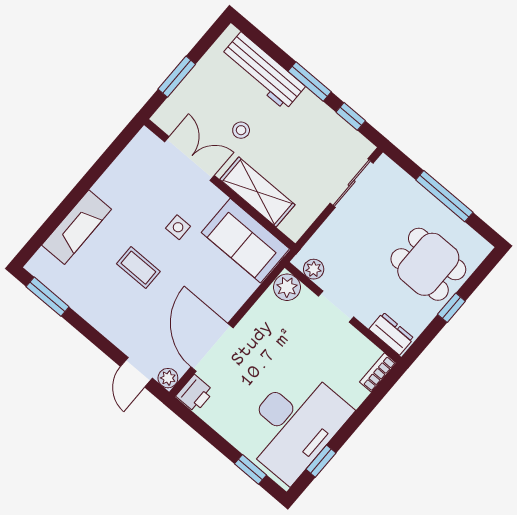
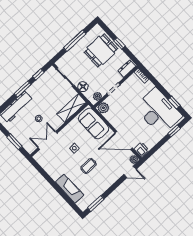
shelving: (257, 192) -> (72, 108), moved
floor lamp: (333, 230) -> (83, 87), added
sofa: (245, 241) -> (94, 123), moved, turned 90

